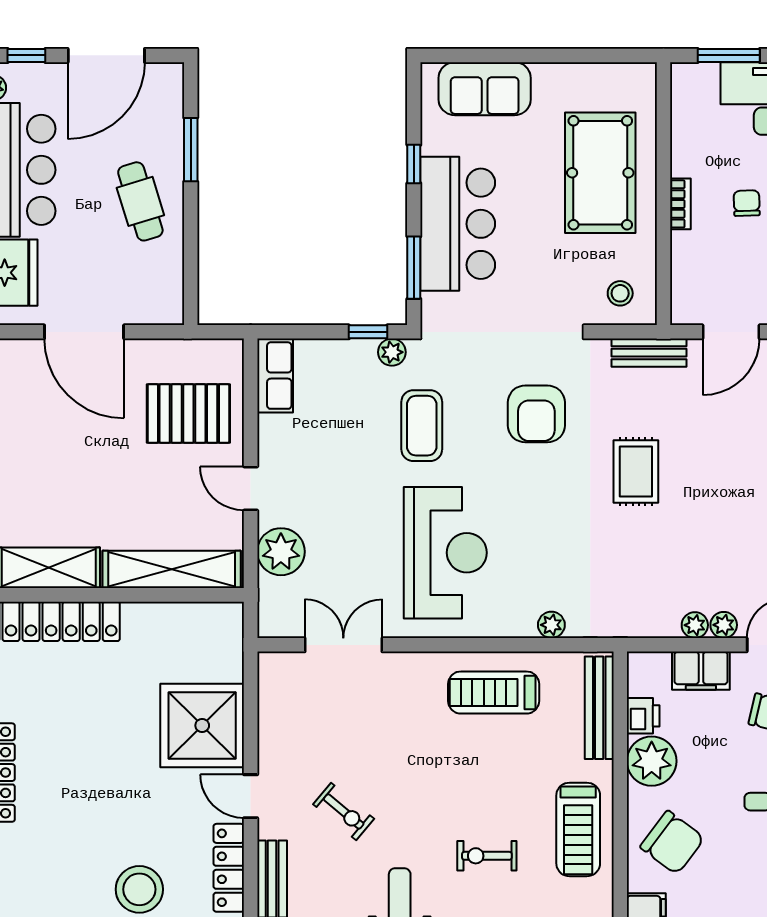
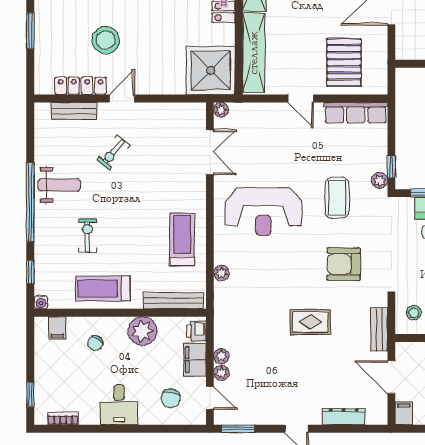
row of seats: (275, 376) -> (356, 113), width x1.48
coffee table: (422, 426) -> (337, 198), turned 90
door: (251, 488) -> (301, 99), swing flipped
plant: (281, 552) -> (221, 110), moved, width x0.53, depth x0.53
printer: (643, 716) -> (197, 331), moved, turned 90
shower: (202, 725) -> (211, 70), moved
chair: (672, 842) -> (95, 343), width x0.54, depth x0.54
stool: (139, 889) -> (106, 40), moved

